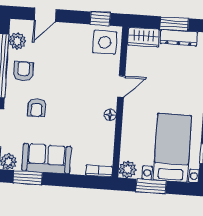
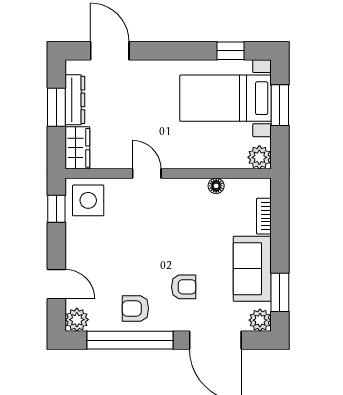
plant: (17, 41) -> (77, 320), moved
floor lamp: (110, 115) -> (216, 186), moved
bookcase: (99, 171) -> (264, 216), moved
window: (151, 186) -> (280, 105), moved

